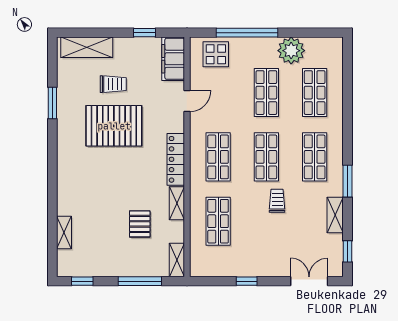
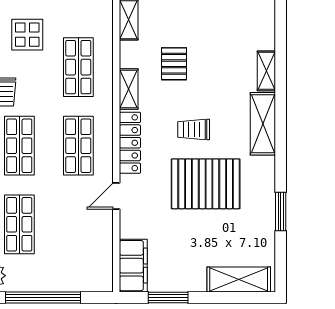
window: (145, 33) -> (168, 298), width x1.50
display table: (216, 54) -> (27, 35), moved
trolley: (113, 84) -> (194, 129), moved
door: (187, 101) -> (116, 196), moved
shelving: (67, 175) -> (263, 124), added
shelving: (64, 232) -> (266, 71), moved

